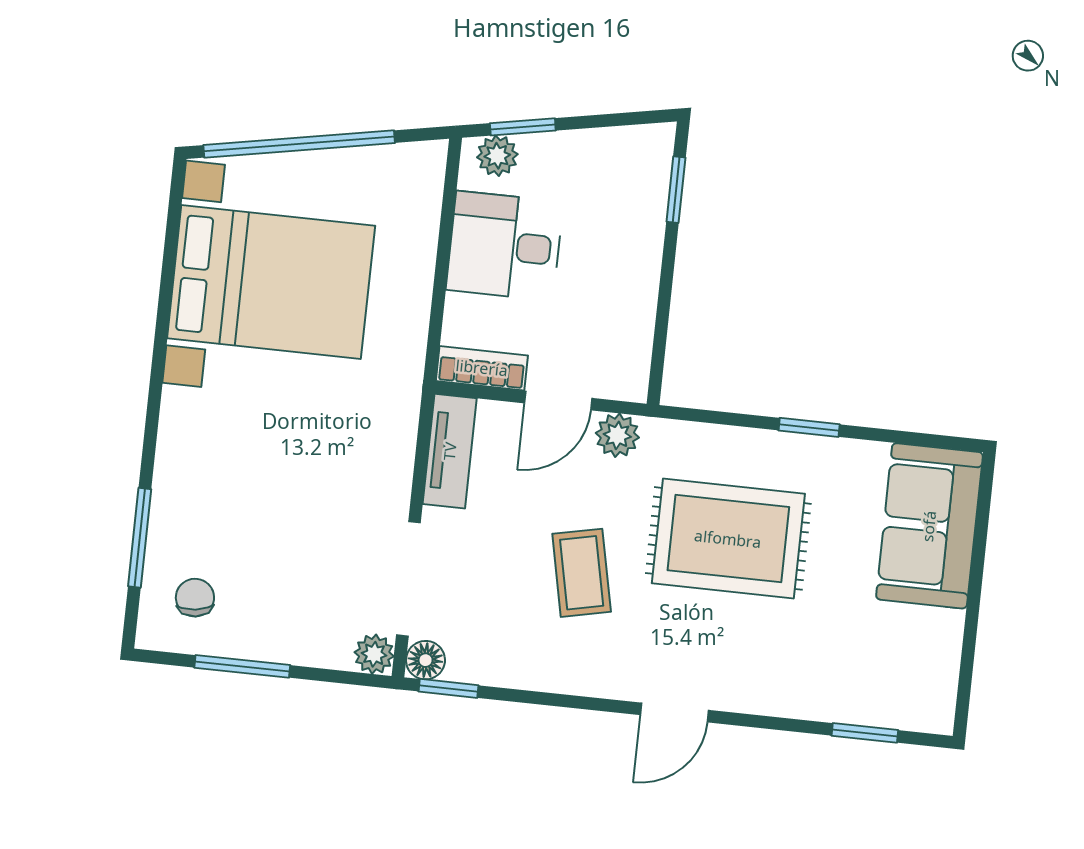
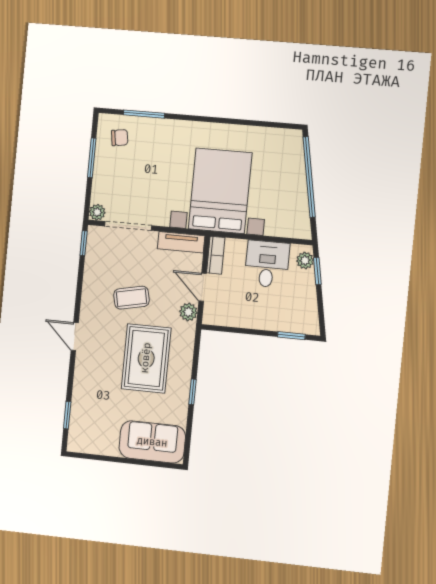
bed with nightstands: (271, 282) -> (220, 191), moved, turned 180
floor lamp: (426, 660) -> (95, 234), removed

